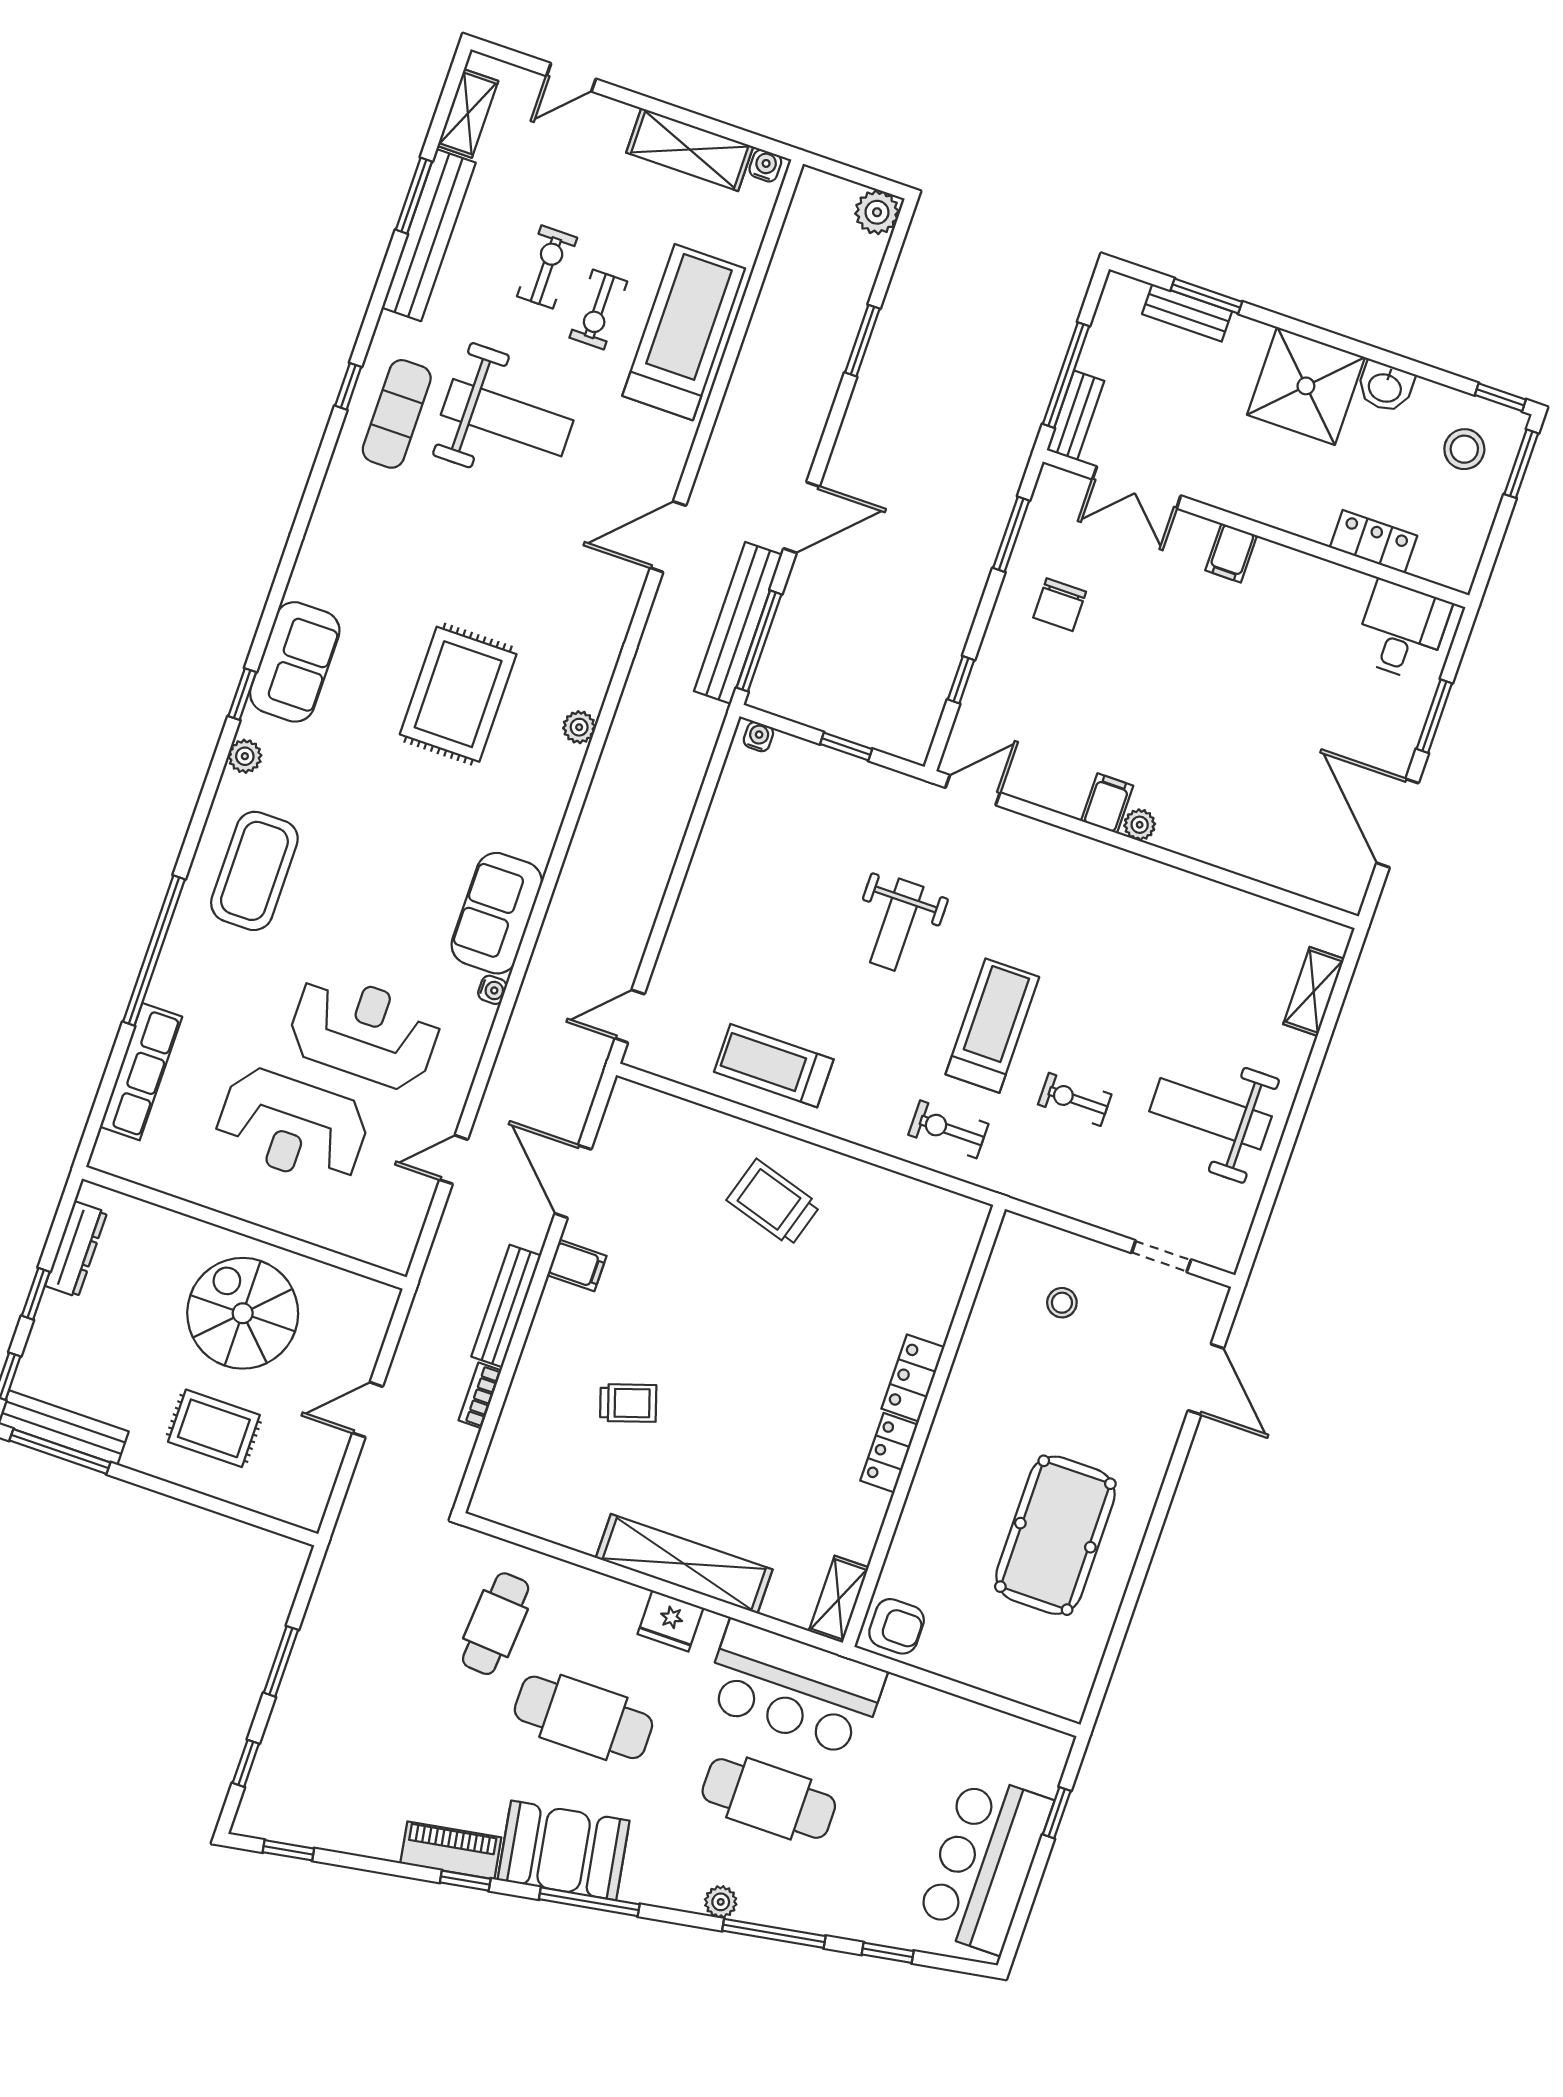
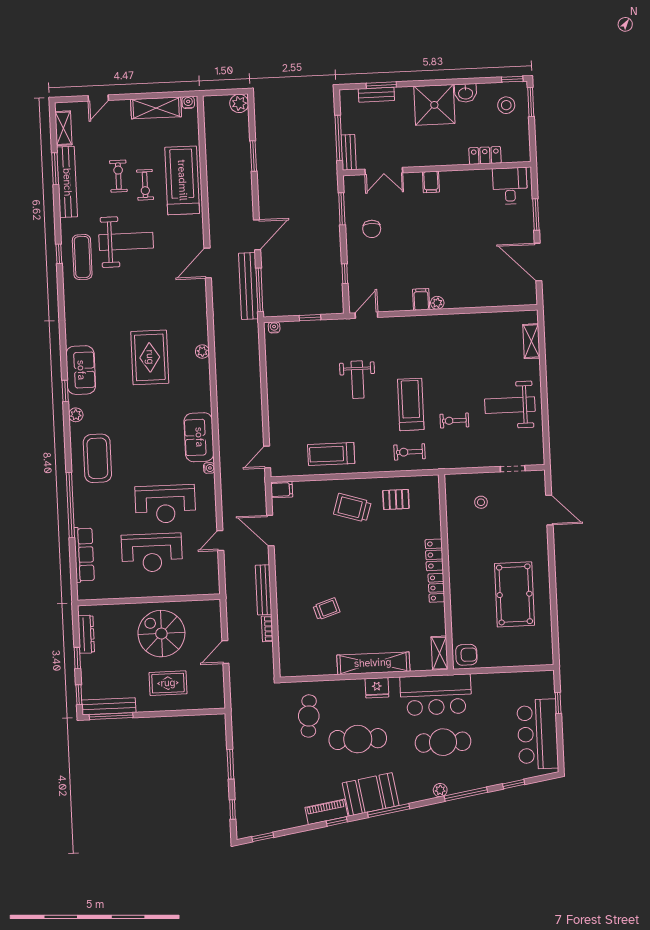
reception desk: (364, 1031) -> (165, 504), turned 180
pallet: (877, 1222) -> (396, 499), added
filing cabinet: (577, 1265) -> (282, 490), moved

